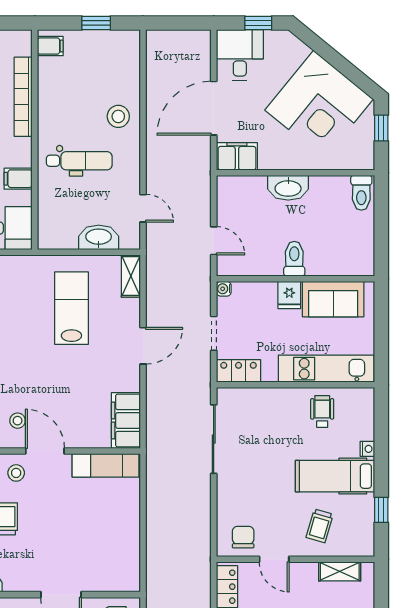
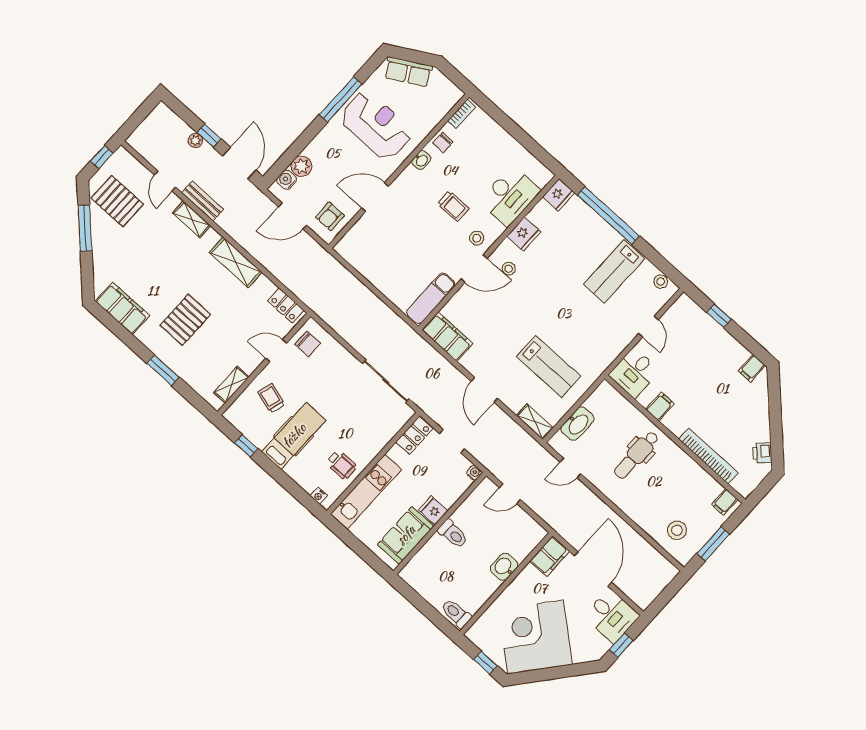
window: (96, 23) -> (713, 544), width x1.50
stool: (118, 116) -> (677, 530), moved
washbasin: (288, 188) -> (504, 567), width x0.72
nightstand: (367, 449) -> (319, 496), moved

